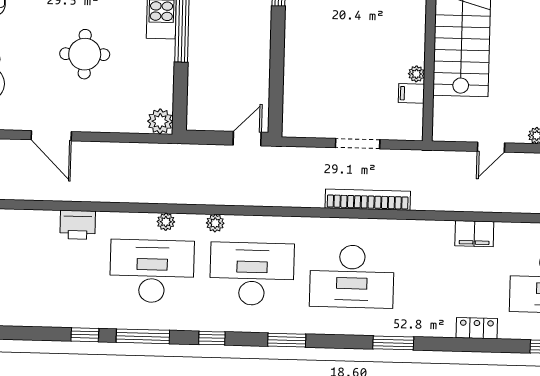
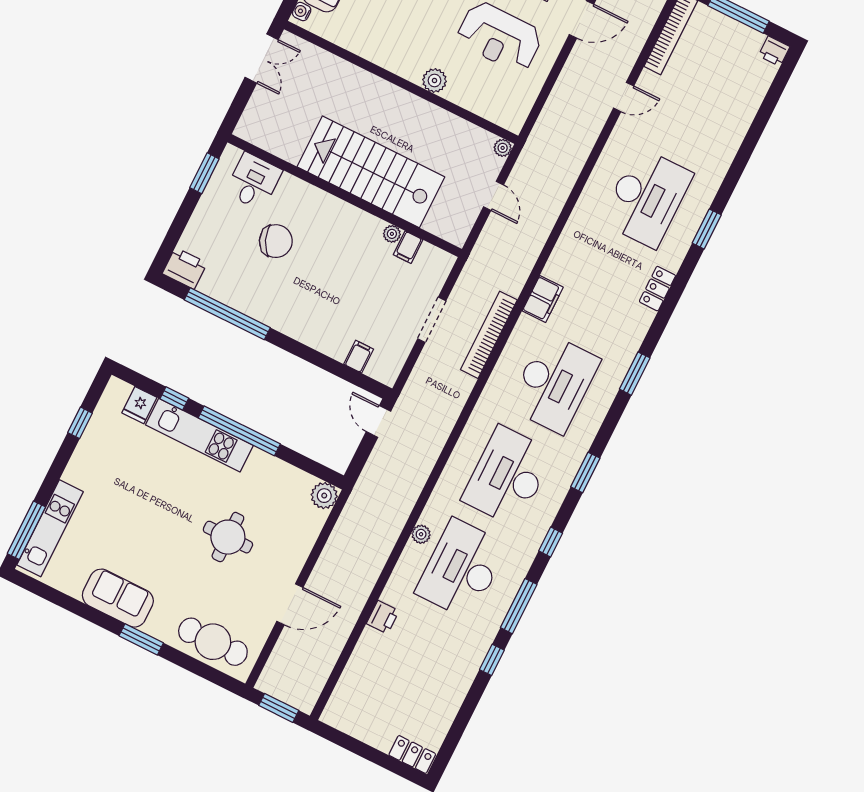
filing cabinet: (296, 95) -> (359, 357), added
plant: (215, 223) -> (444, 488), removed
printer: (78, 225) -> (383, 617), width x0.73, depth x0.81
filing cabinet: (474, 234) -> (543, 299), moved

